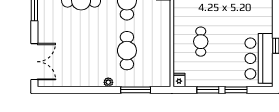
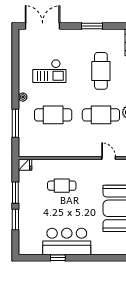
checkout: (81, 55) -> (49, 71), added
bar counter: (259, 58) -> (67, 241), moved
double door: (34, 62) -> (43, 26), swing flipped

